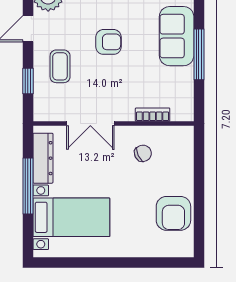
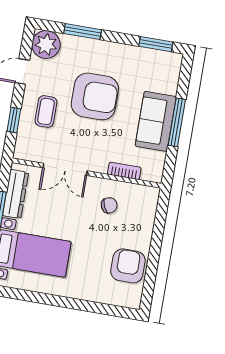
sofa: (177, 36) -> (156, 121), moved
armchair: (109, 42) -> (95, 96), width x1.88, depth x1.88
armchair: (173, 213) -> (128, 266), turned 180

